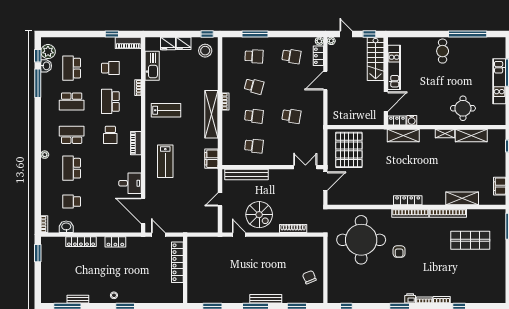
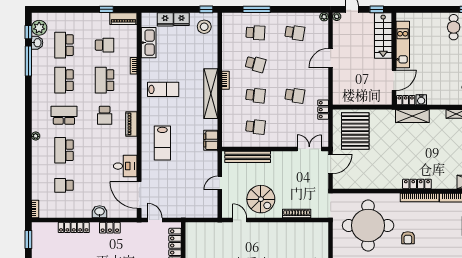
locker: (318, 56) -> (323, 110), moved
school desk: (72, 101) -> (64, 80), turned 90
washbasin: (66, 227) -> (100, 212), moved

